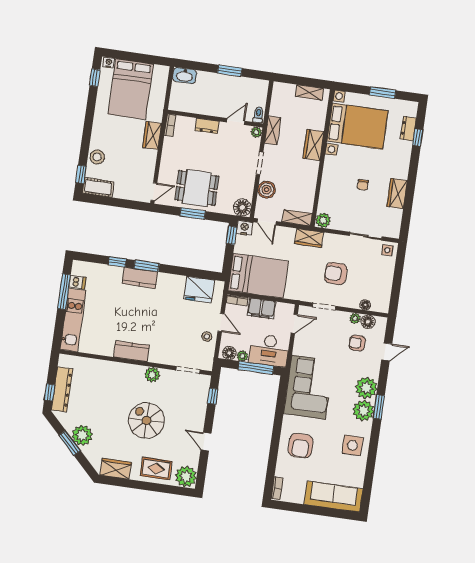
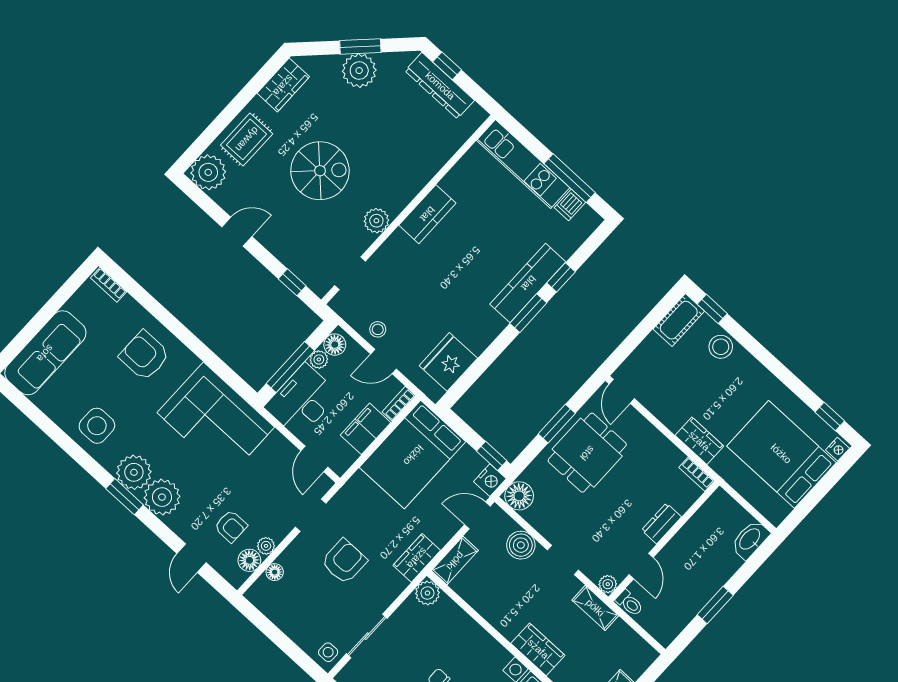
kitchen counter: (140, 278) -> (528, 283), width x1.50
armchair: (357, 343) -> (231, 526), turned 90

